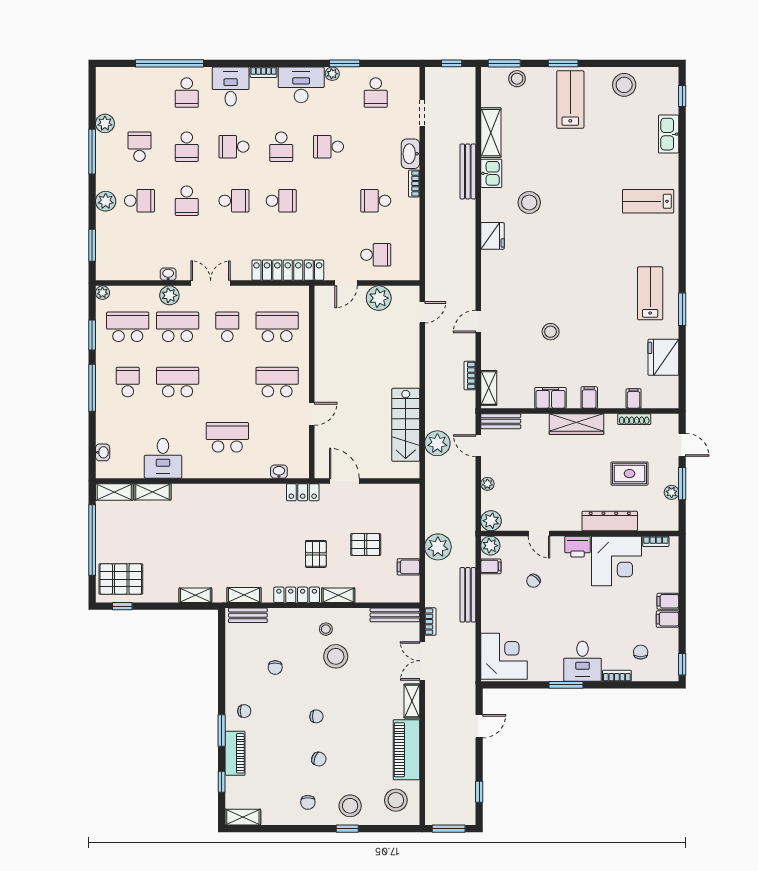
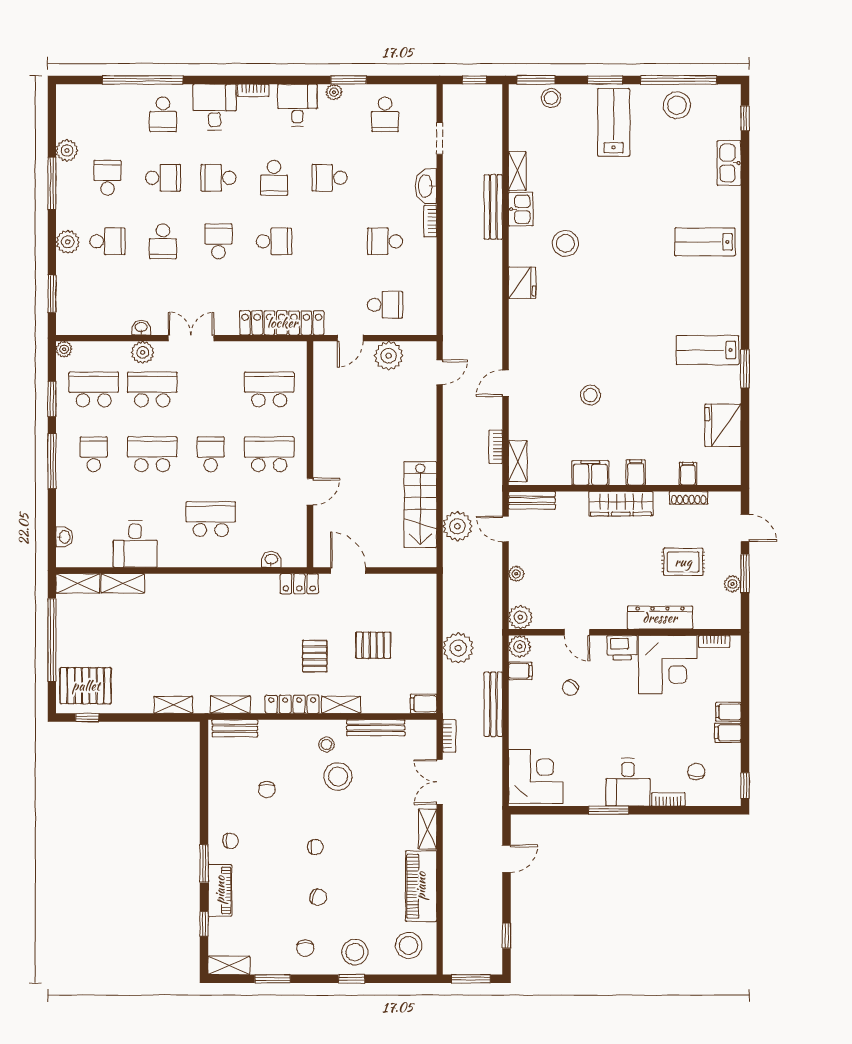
window: (626, 63) -> (679, 80), added
desk: (301, 85) -> (297, 105), width x0.73
shelving: (491, 133) -> (517, 171), width x0.67, depth x0.75
school desk: (187, 147) -> (163, 178), turned -90
school desk: (234, 201) -> (218, 241), turned -90
lab bench: (650, 293) -> (707, 350), turned -90
school desk: (227, 327) -> (211, 454), moved
filing cabinet: (408, 567) -> (423, 704), moved
bench: (395, 615) -> (376, 728), moved
window: (280, 829) -> (272, 979), added

